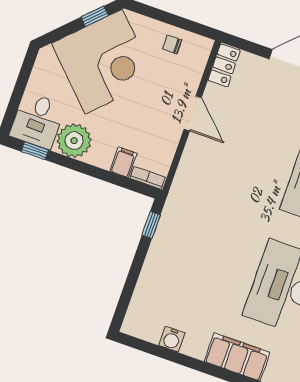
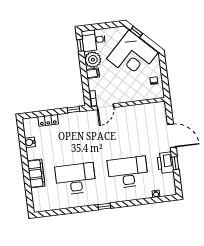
window: (95, 16) -> (136, 32), moved
locker: (224, 65) -> (48, 120), moved
door: (193, 113) -> (105, 107), moved
filing cabinet: (123, 162) -> (93, 73), moved

